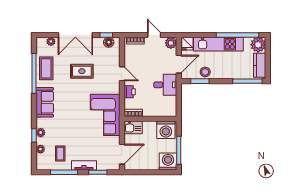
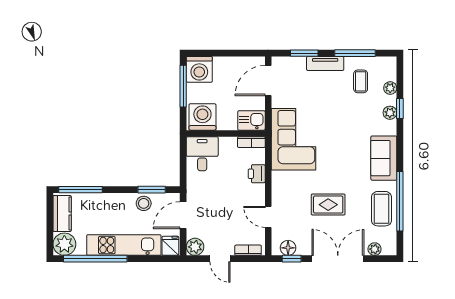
door: (122, 74) -> (268, 217), moved
desk: (165, 85) -> (202, 154), moved, turned 90

